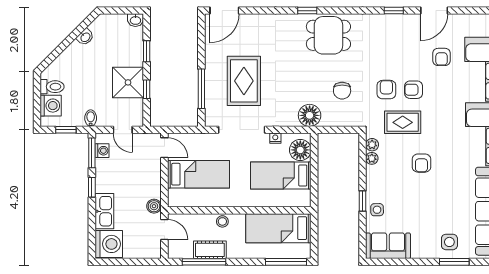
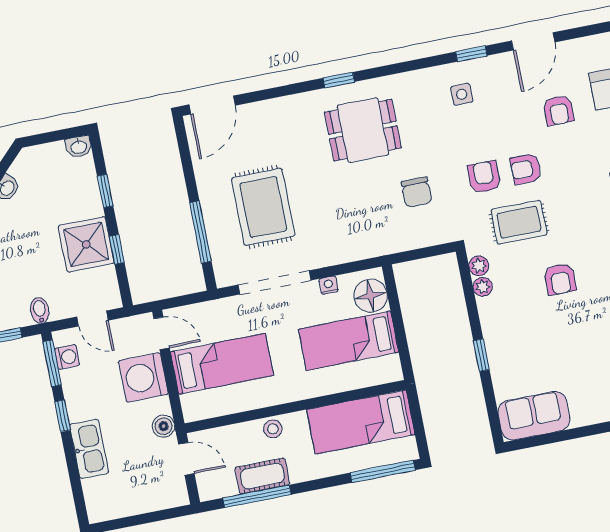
dining table: (328, 35) -> (363, 130), moved
floor lamp: (310, 115) -> (374, 240), removed
side table: (377, 210) -> (462, 94), moved
washing machine: (109, 244) -> (143, 377), moved, turned 180

